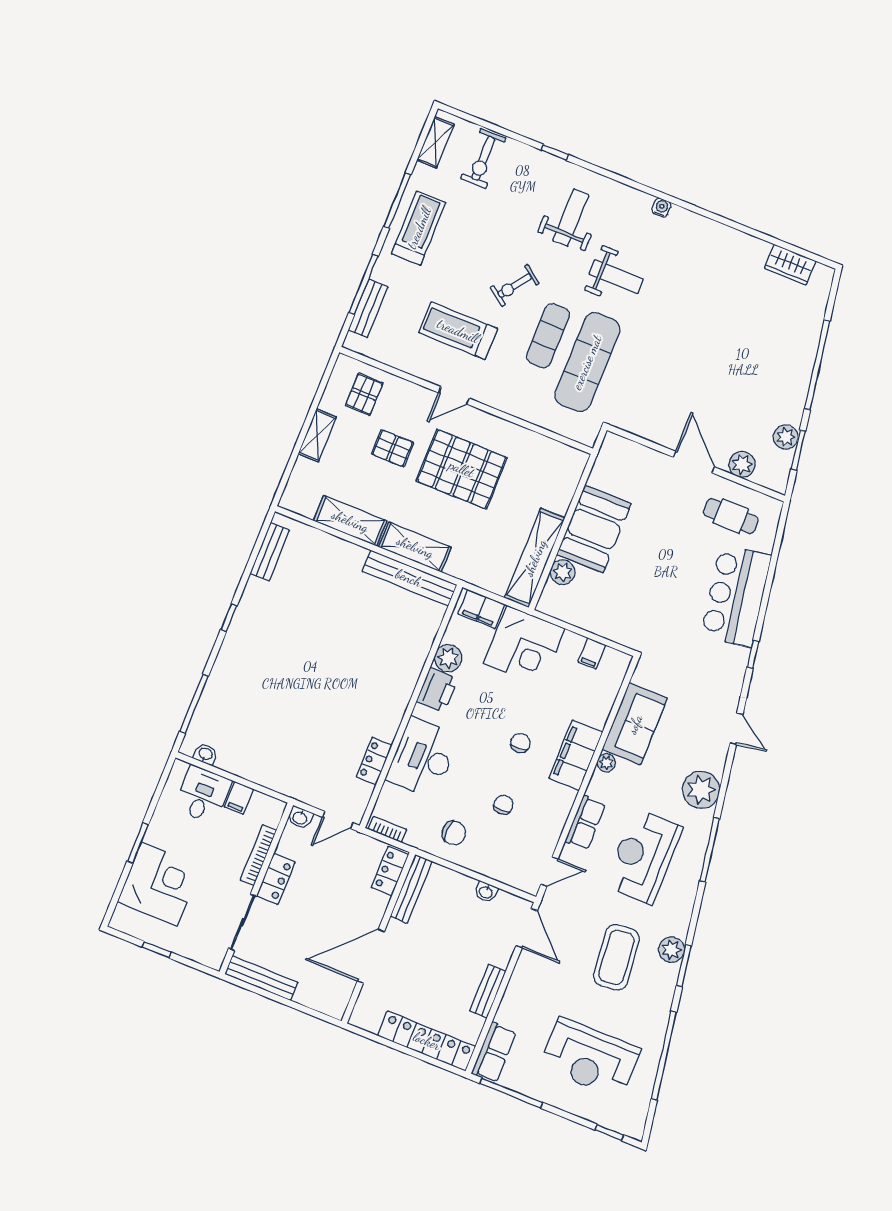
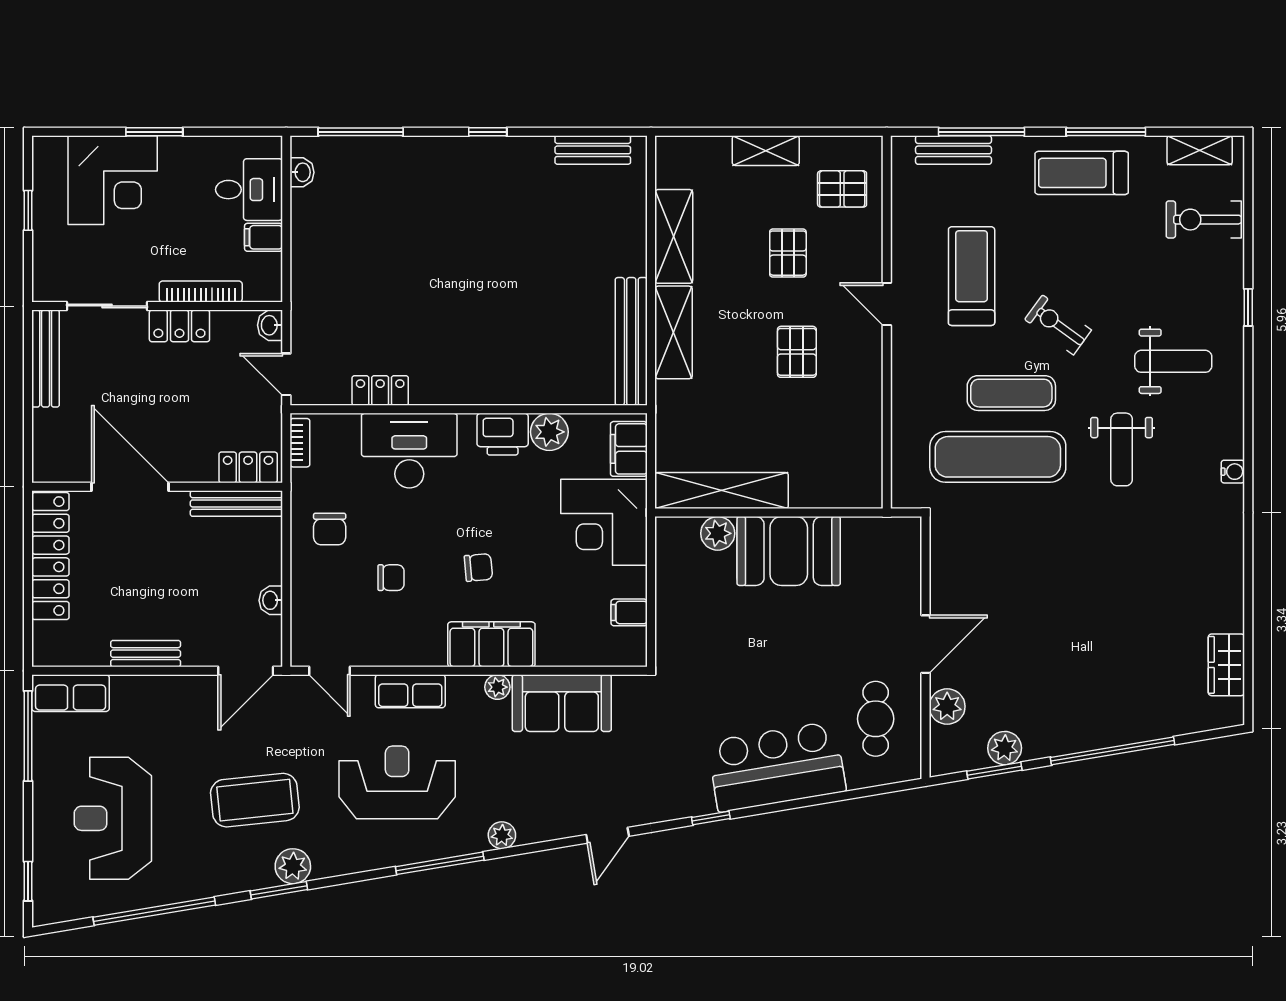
treadmill: (419, 228) -> (1082, 173), turned 180
pallet: (462, 469) -> (797, 352), width x0.49, depth x0.50
plant: (701, 790) -> (502, 835), width x0.53, depth x0.53
locker: (427, 1041) -> (50, 556), moved

